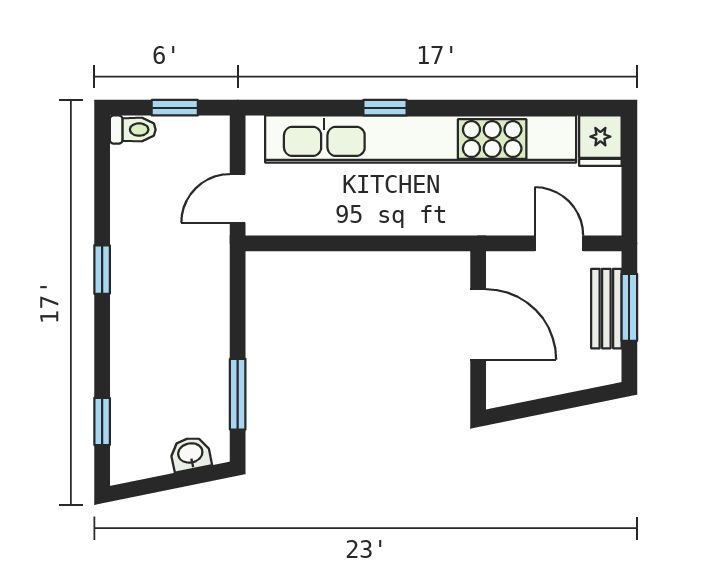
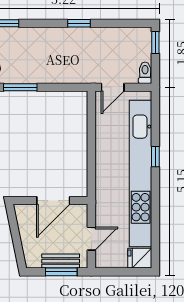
window: (175, 108) -> (155, 42), moved
toilet: (133, 130) -> (145, 73), moved, turned 180
door: (238, 198) -> (113, 87), swing flipped

